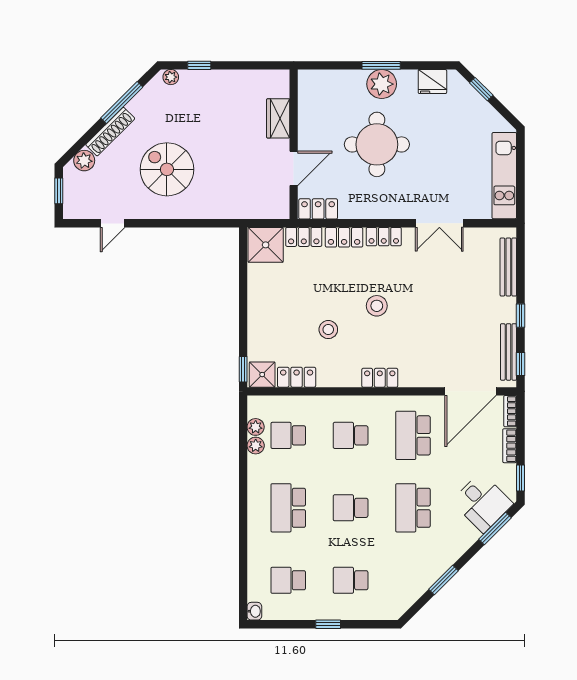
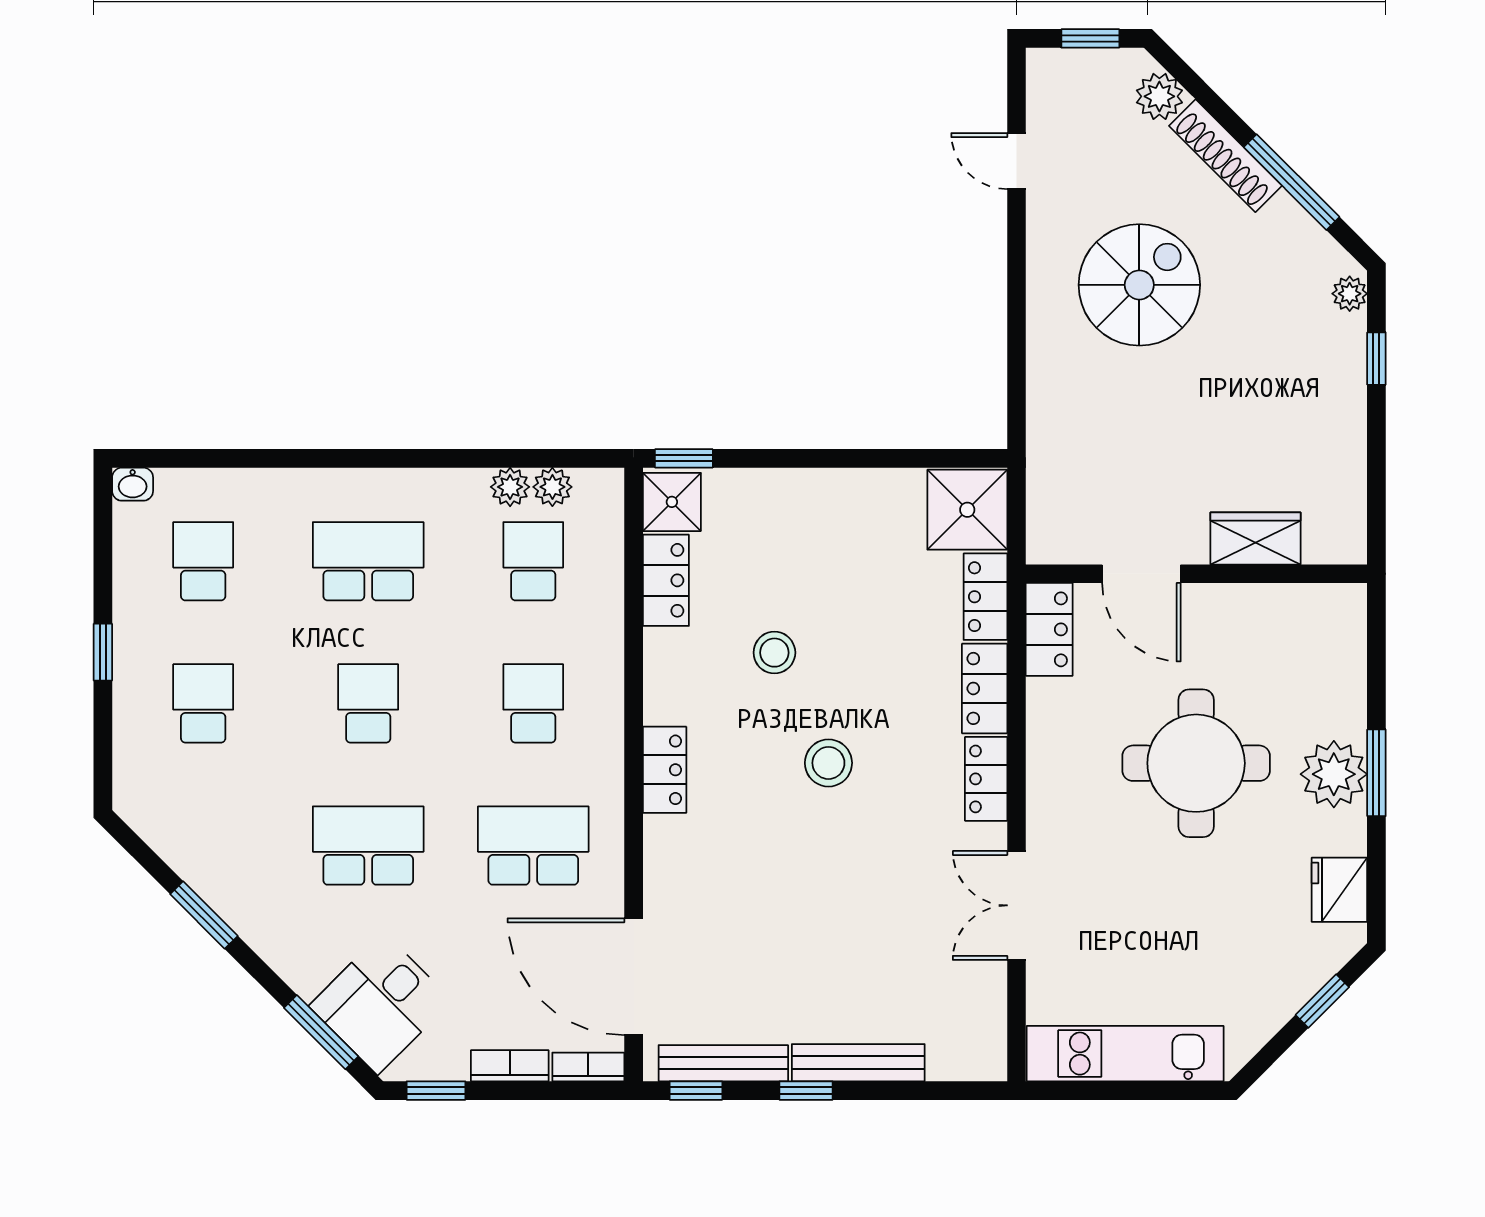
bench: (508, 267) -> (858, 1063), moved

